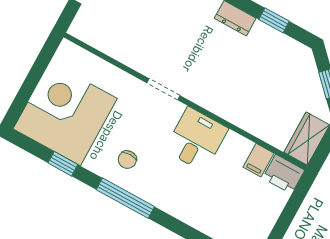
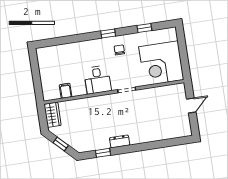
corner desk: (65, 114) -> (161, 63), moved, turned 90
printer: (284, 174) -> (51, 93), removed
window: (125, 198) -> (108, 34), width x0.46

